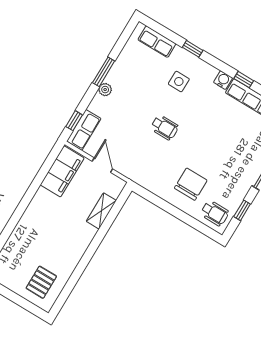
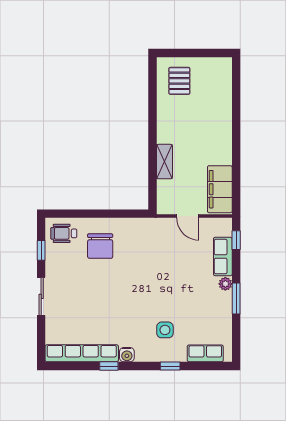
wheelchair: (165, 127) -> (153, 282), removed
row of seats: (84, 130) -> (223, 257), moved
shelving: (101, 211) -> (164, 162), moved

